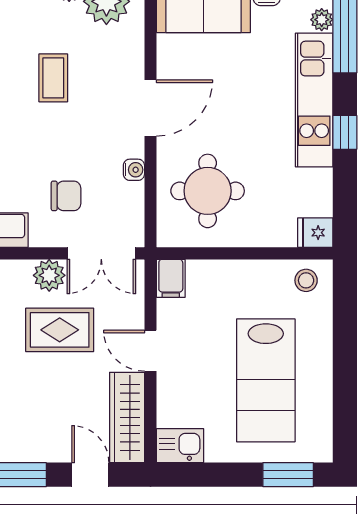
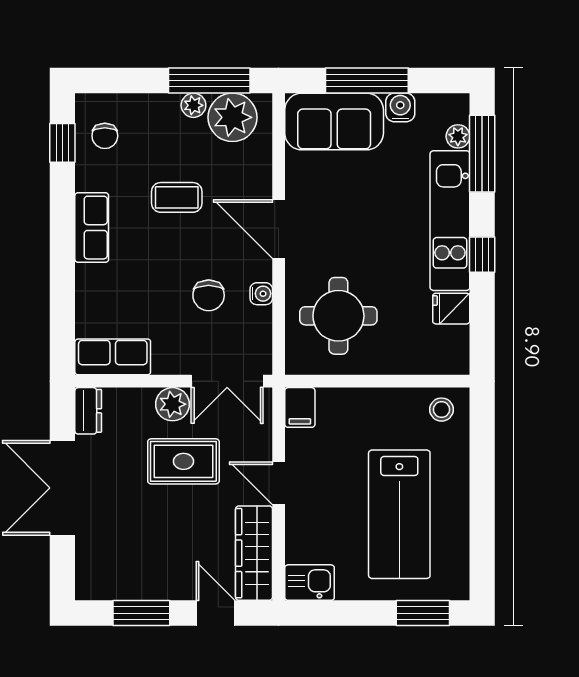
coffee table: (53, 78) -> (177, 197), turned 90
door: (150, 108) -> (279, 229), swing flipped
chair: (66, 196) -> (209, 295), moved, turned 90
fridge: (315, 233) -> (451, 309), moved

